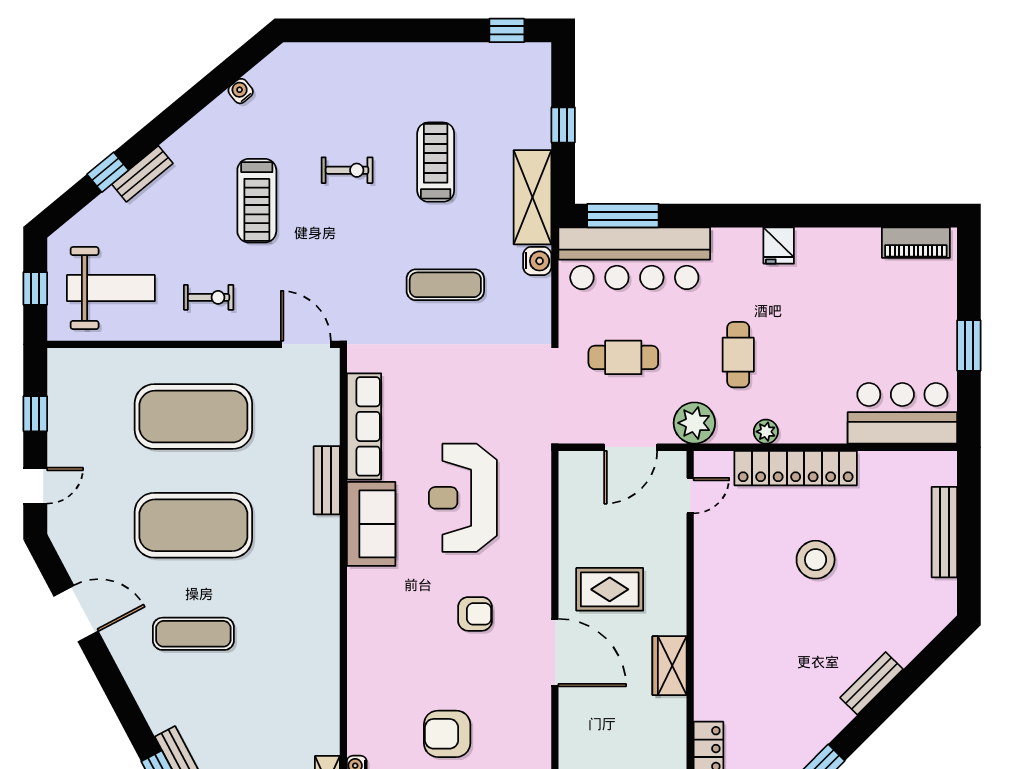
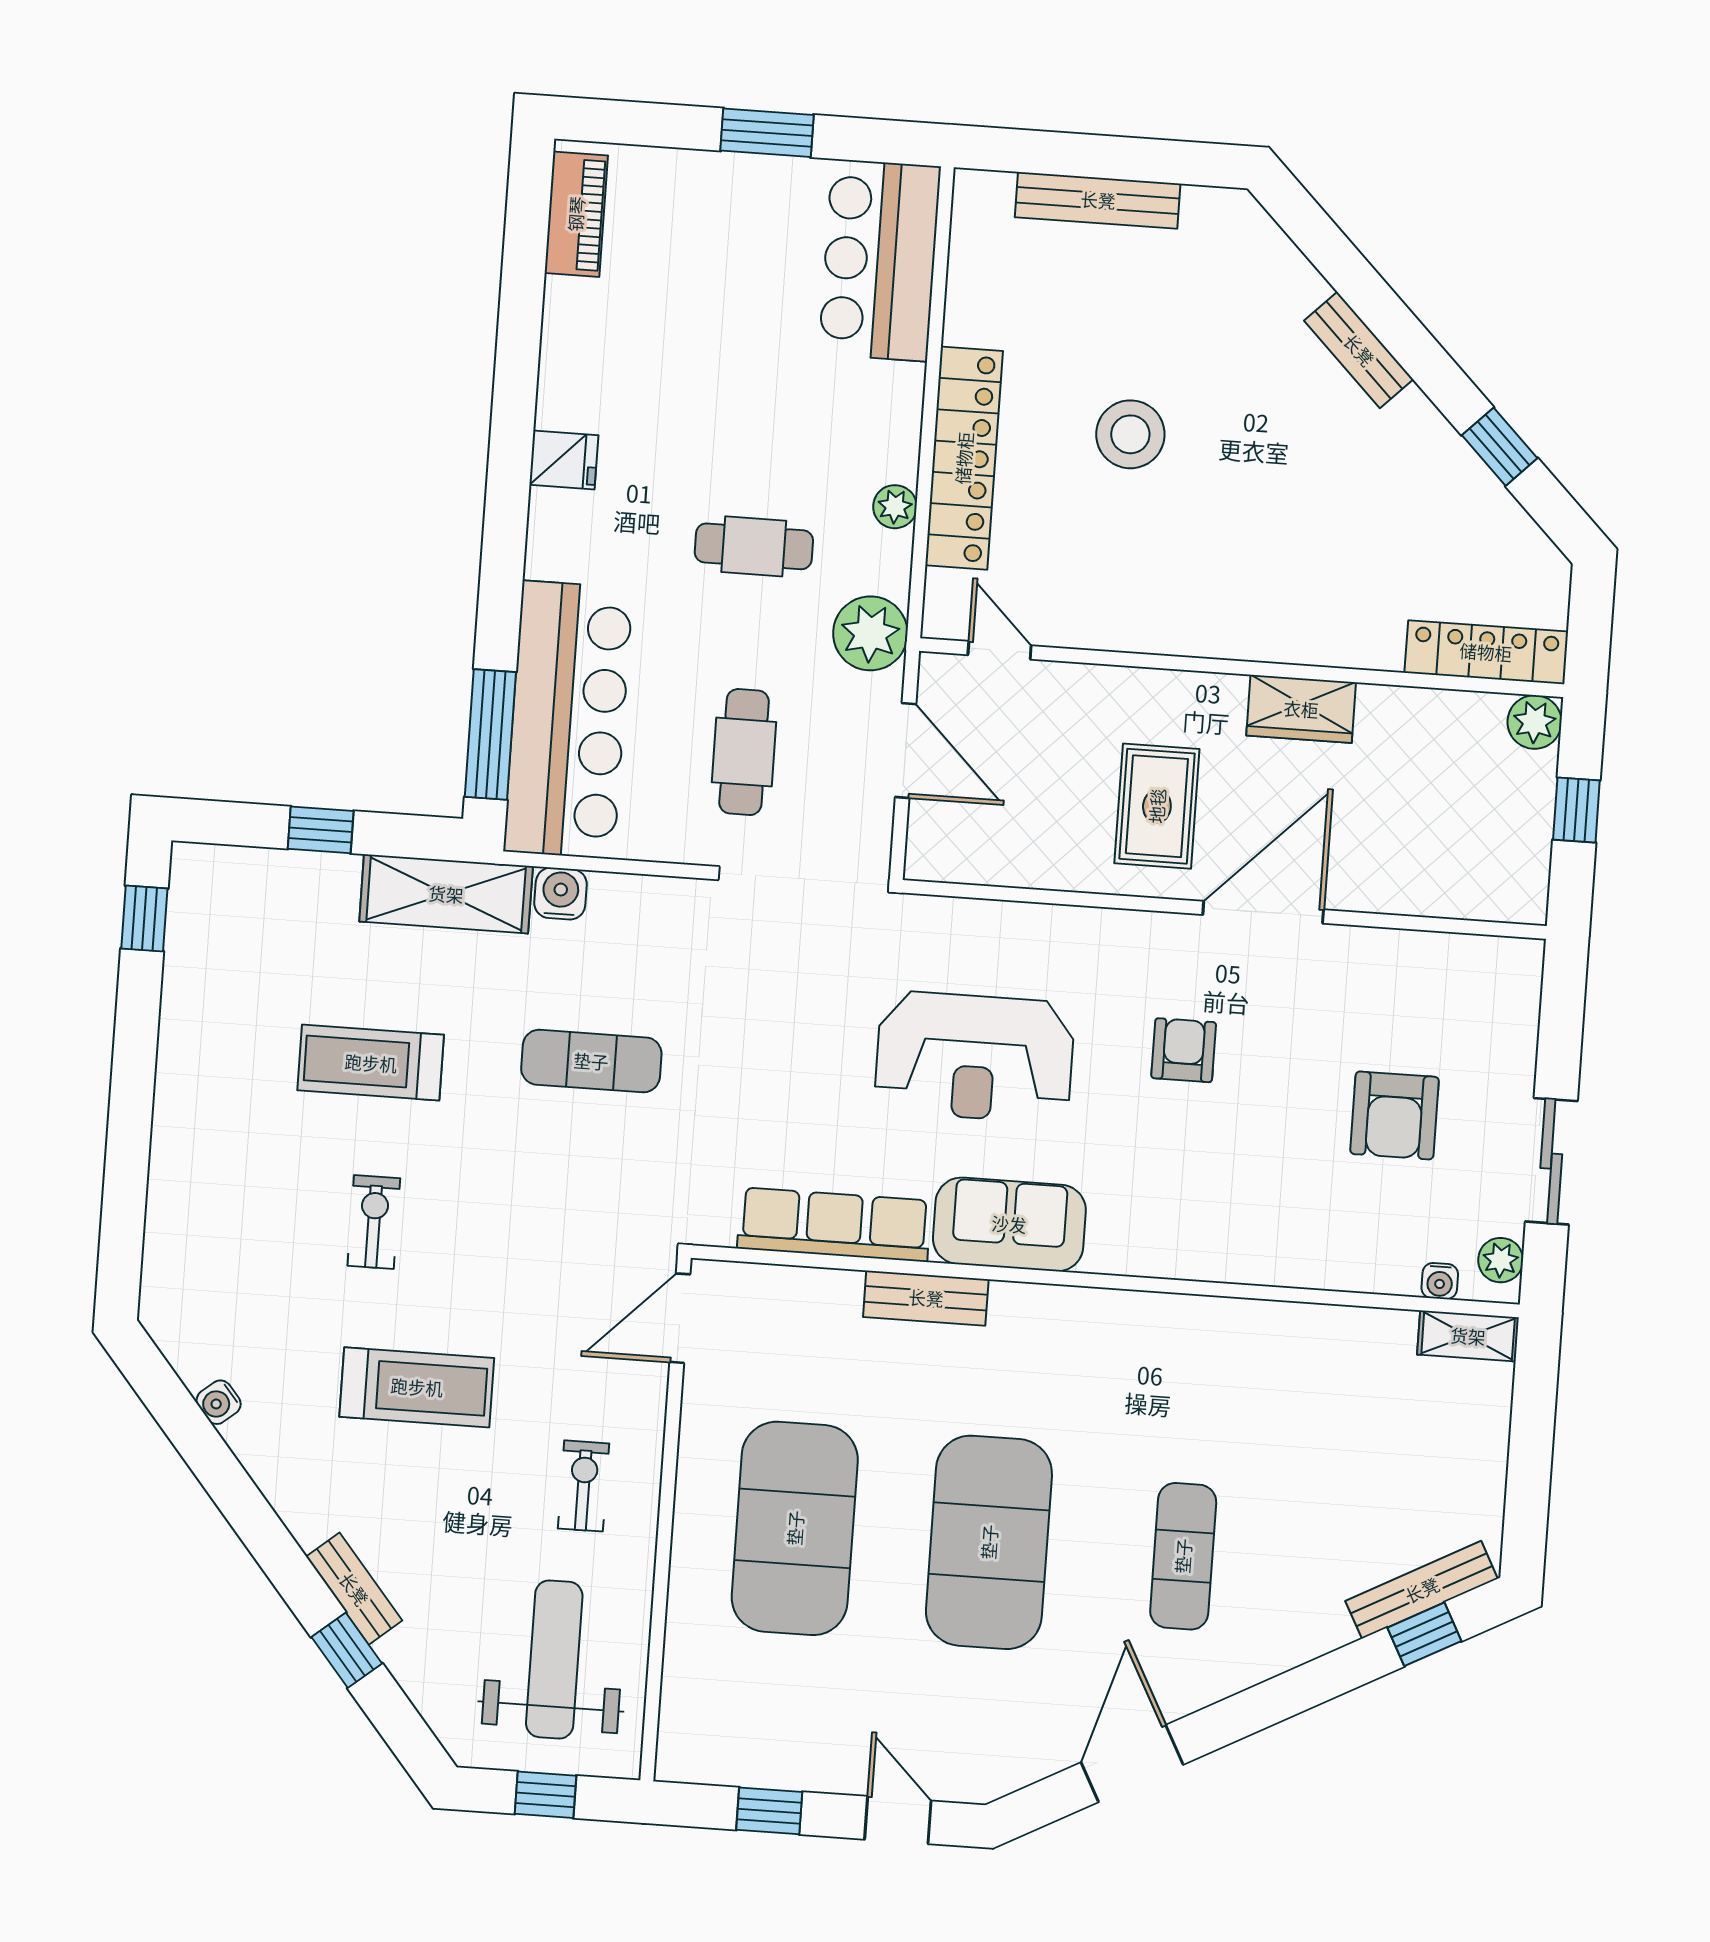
exercise mat: (445, 285) -> (591, 1061), turned 90

